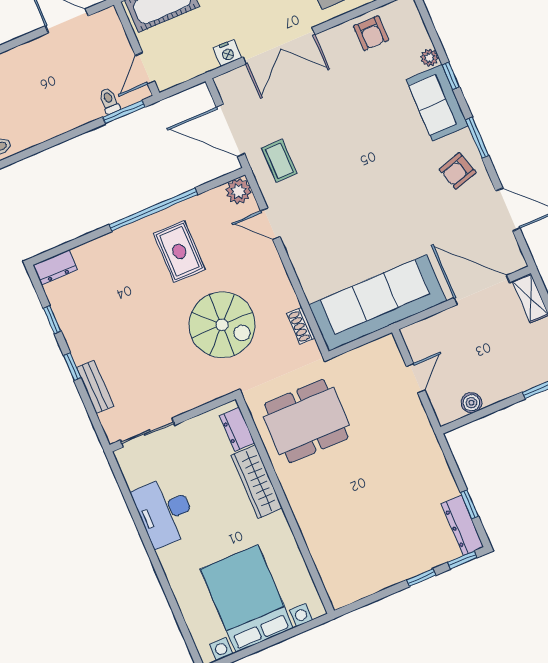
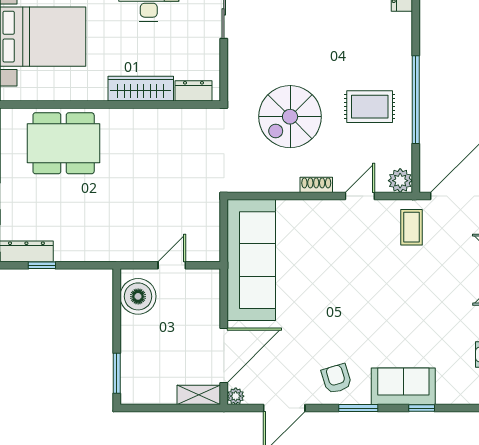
plant: (429, 58) -> (236, 396), moved
coffee table: (279, 161) -> (412, 227), turned 90
shoe rack: (301, 326) -> (316, 185), moved
door: (416, 378) -> (172, 265), swing flipped
boiler: (471, 403) -> (138, 296), width x1.86, depth x1.86
dining table: (306, 421) -> (64, 143), moved, turned 90

